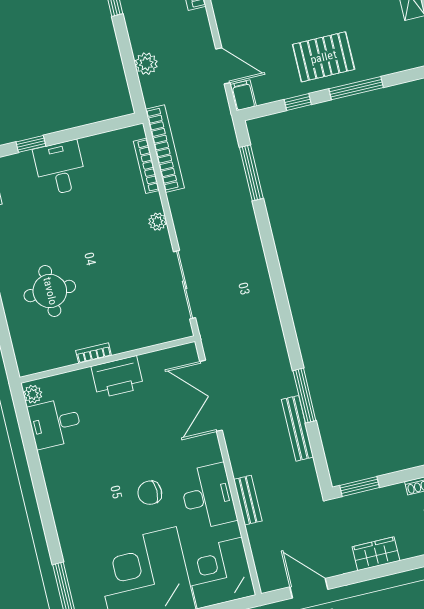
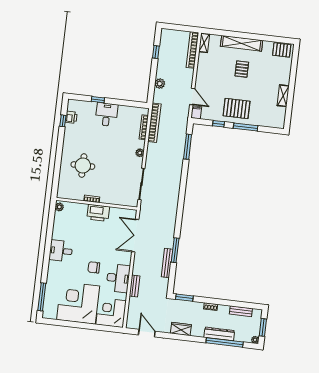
desk: (55, 423) -> (61, 251), moved

